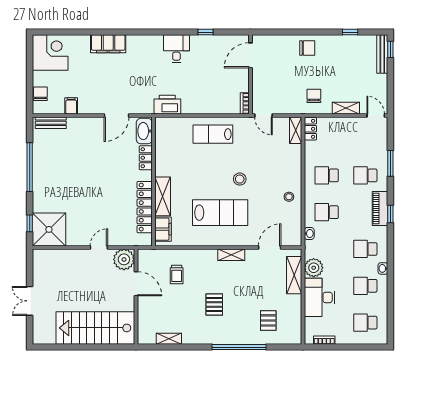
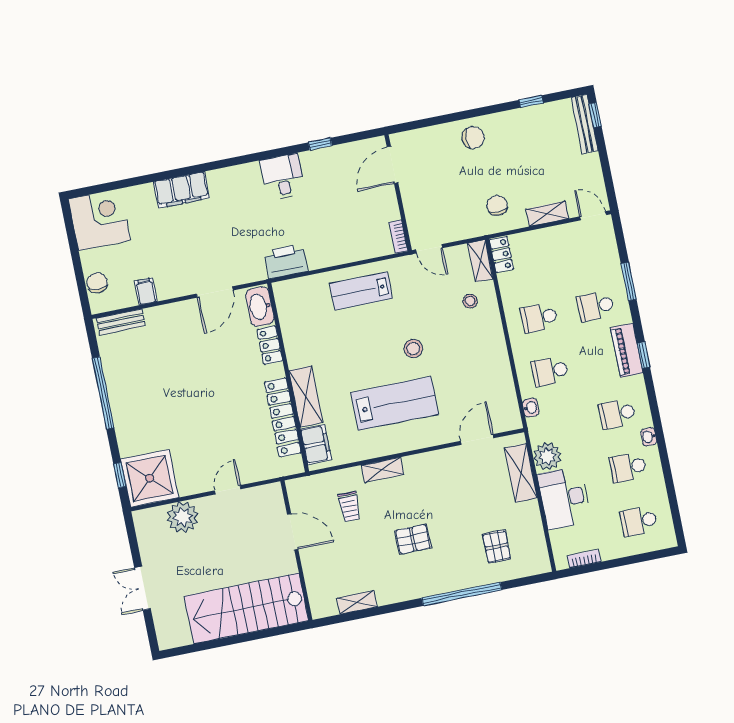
stool: (289, 197) -> (470, 301), moved
shelving: (231, 255) -> (382, 470), moved
plant: (124, 259) -> (183, 517), moved
pallet: (214, 305) -> (413, 539), turned 90

